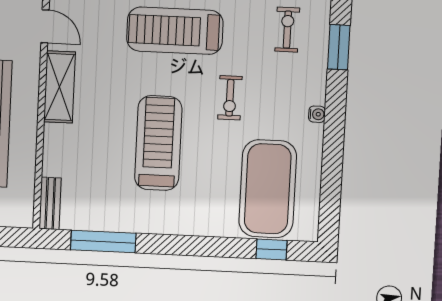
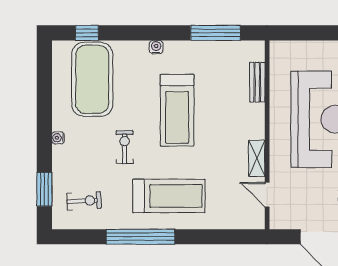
exercise bike: (287, 30) -> (84, 201), turned -93
shelving: (60, 87) -> (257, 158), width x0.67, depth x0.75
bench: (50, 203) -> (257, 82), moved
water cooler: (182, 227) -> (156, 47), added

